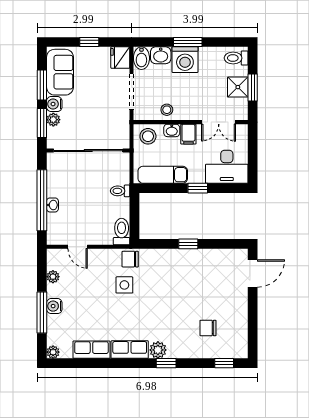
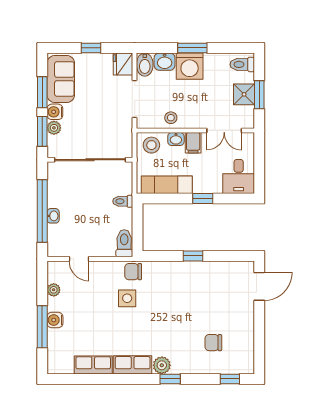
desk: (227, 167) -> (239, 176), width x0.73
plant: (53, 352) -> (54, 367), removed

